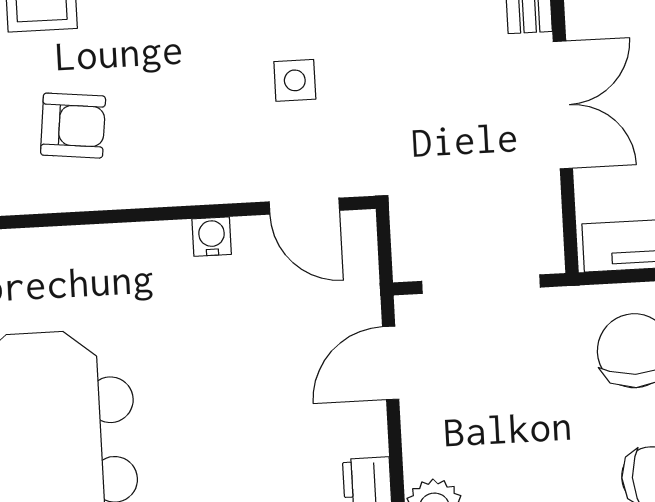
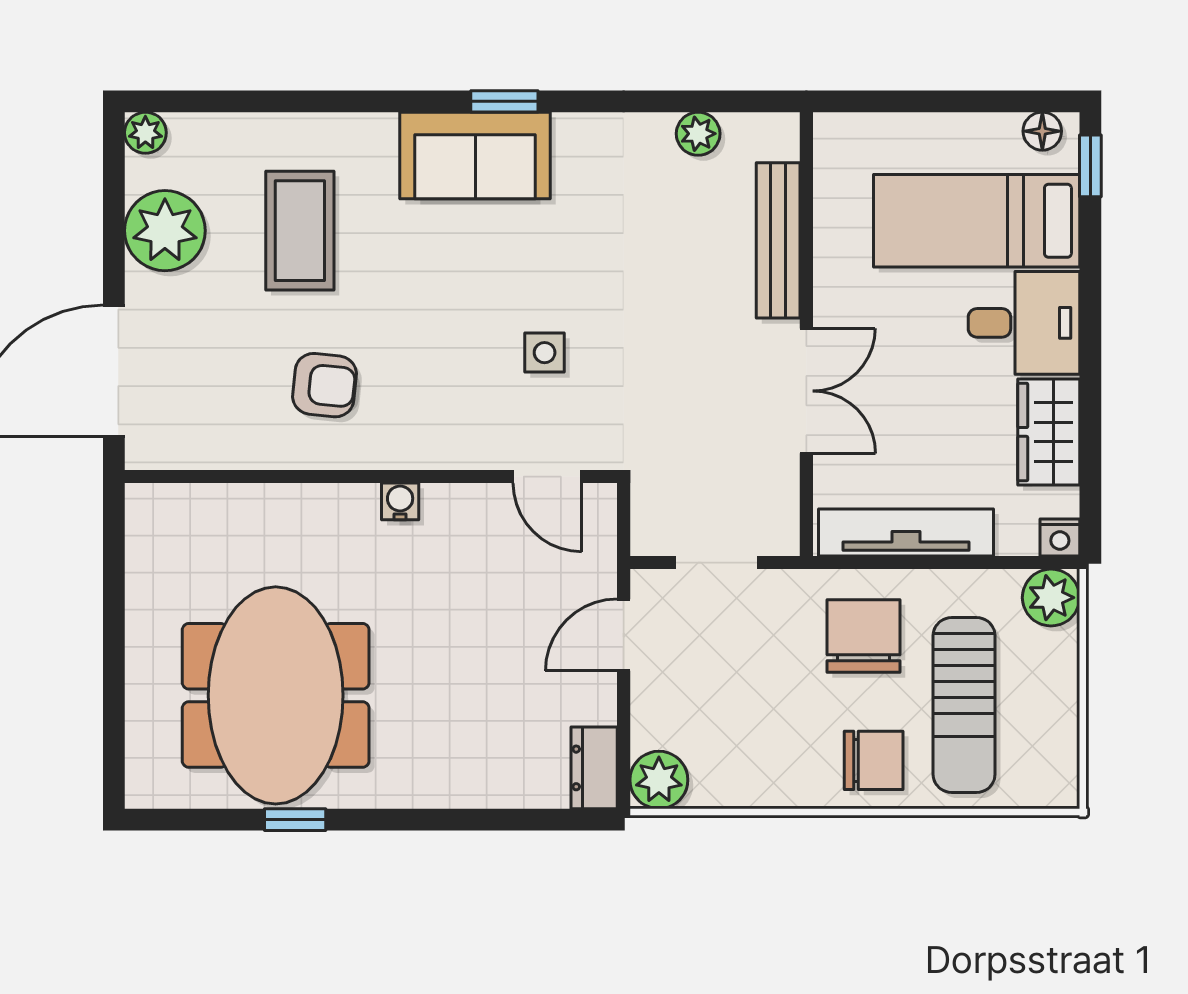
water cooler: (212, 237) -> (400, 501), moved
doorway: (481, 284) -> (716, 563), width x0.73

